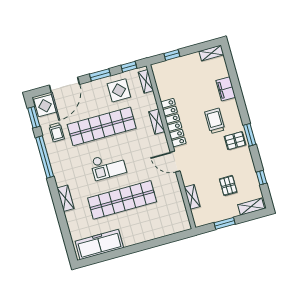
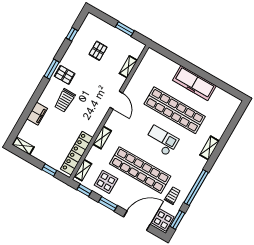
locker: (173, 123) -> (77, 153), moved
shelving: (251, 207) -> (97, 23), removed
freezer: (99, 244) -> (194, 83), moved

